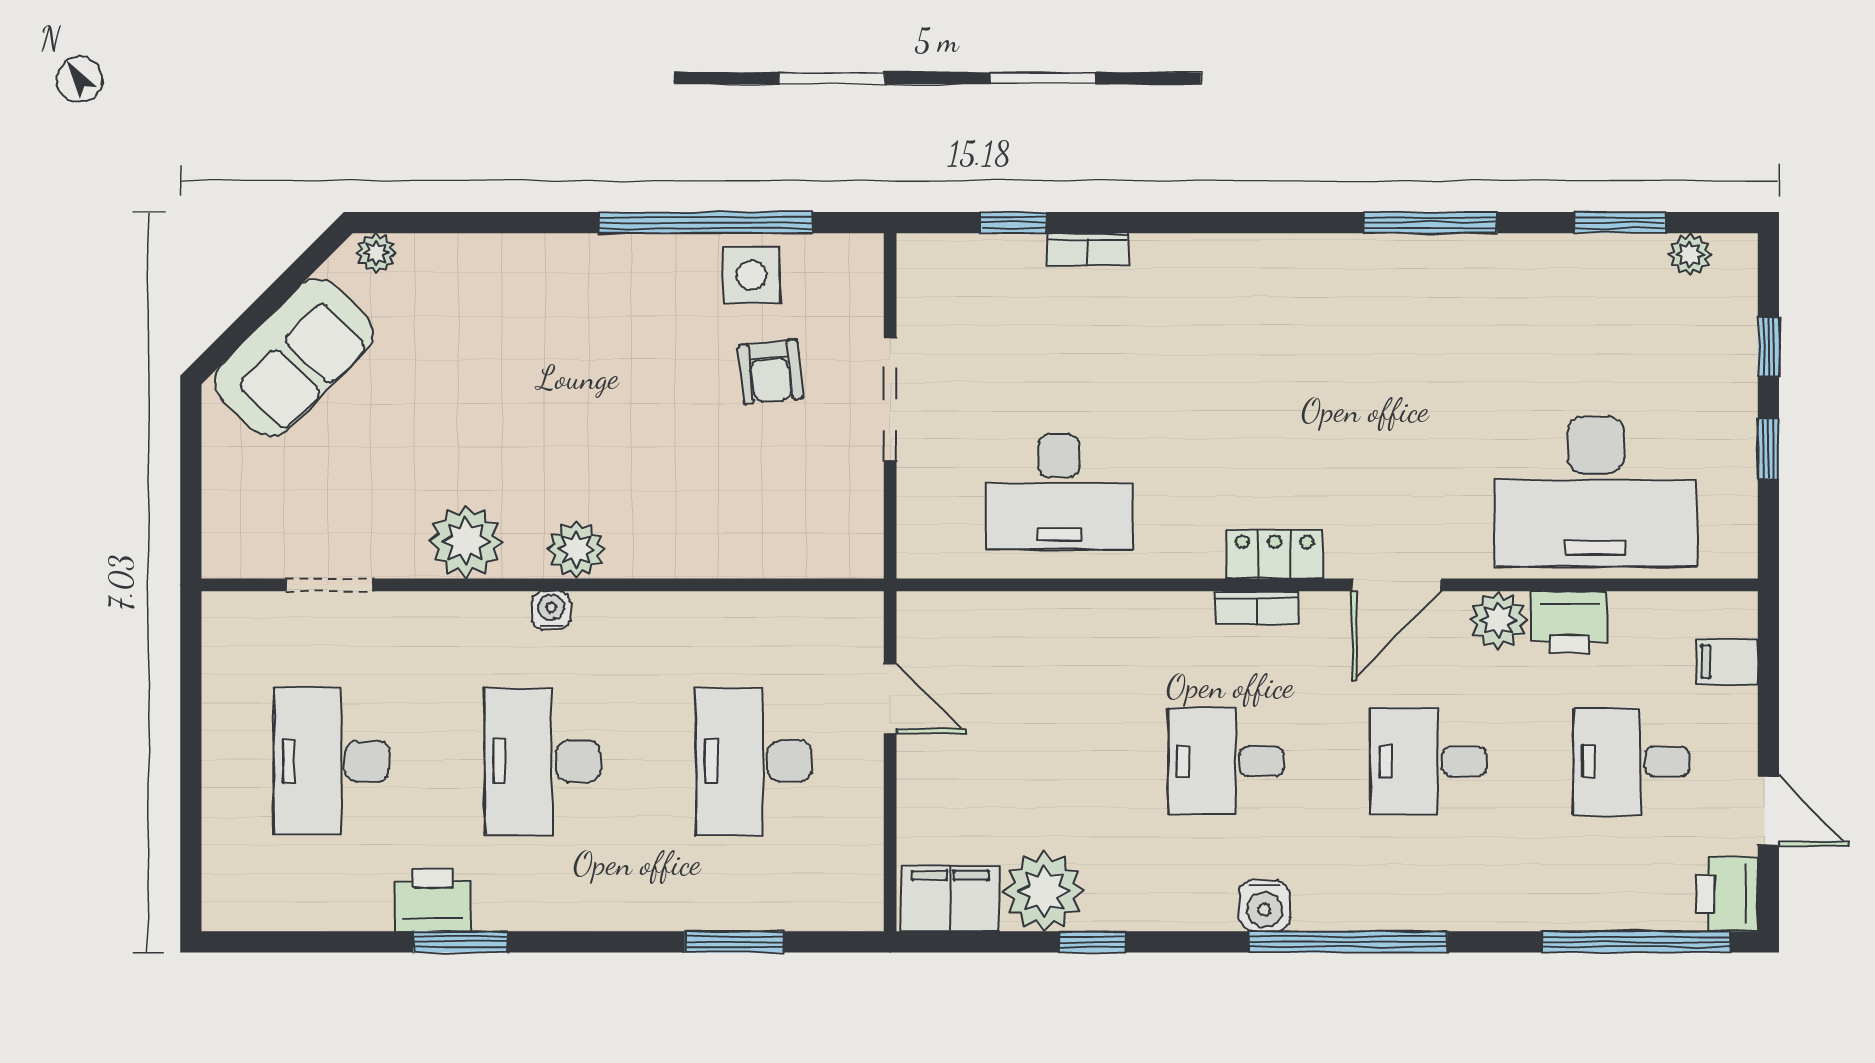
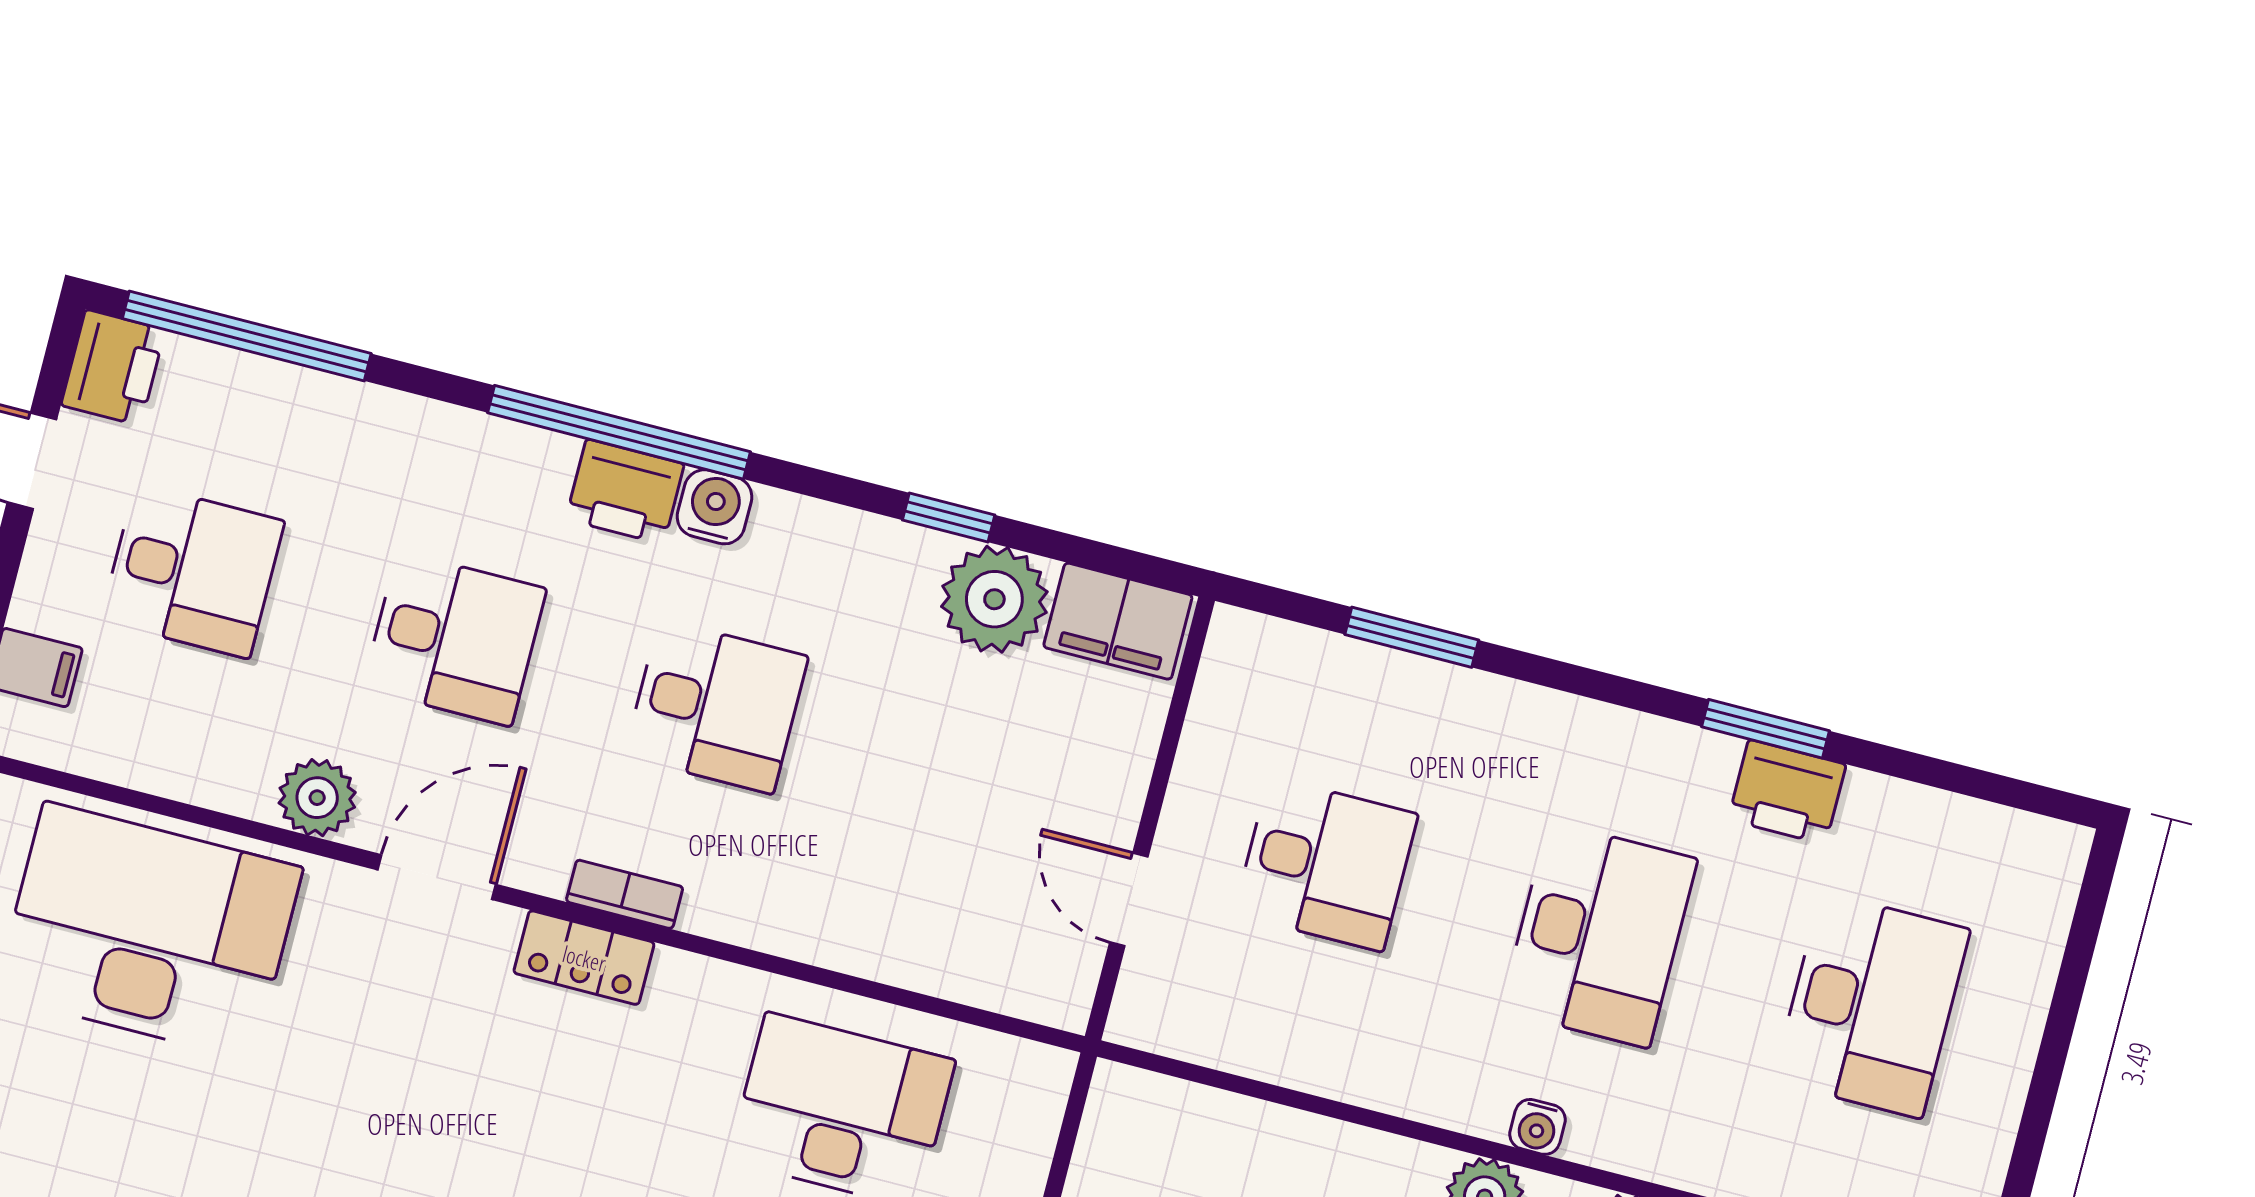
printer: (1569, 623) -> (625, 492), moved, turned 180
desk: (754, 761) -> (1326, 864), width x0.73

